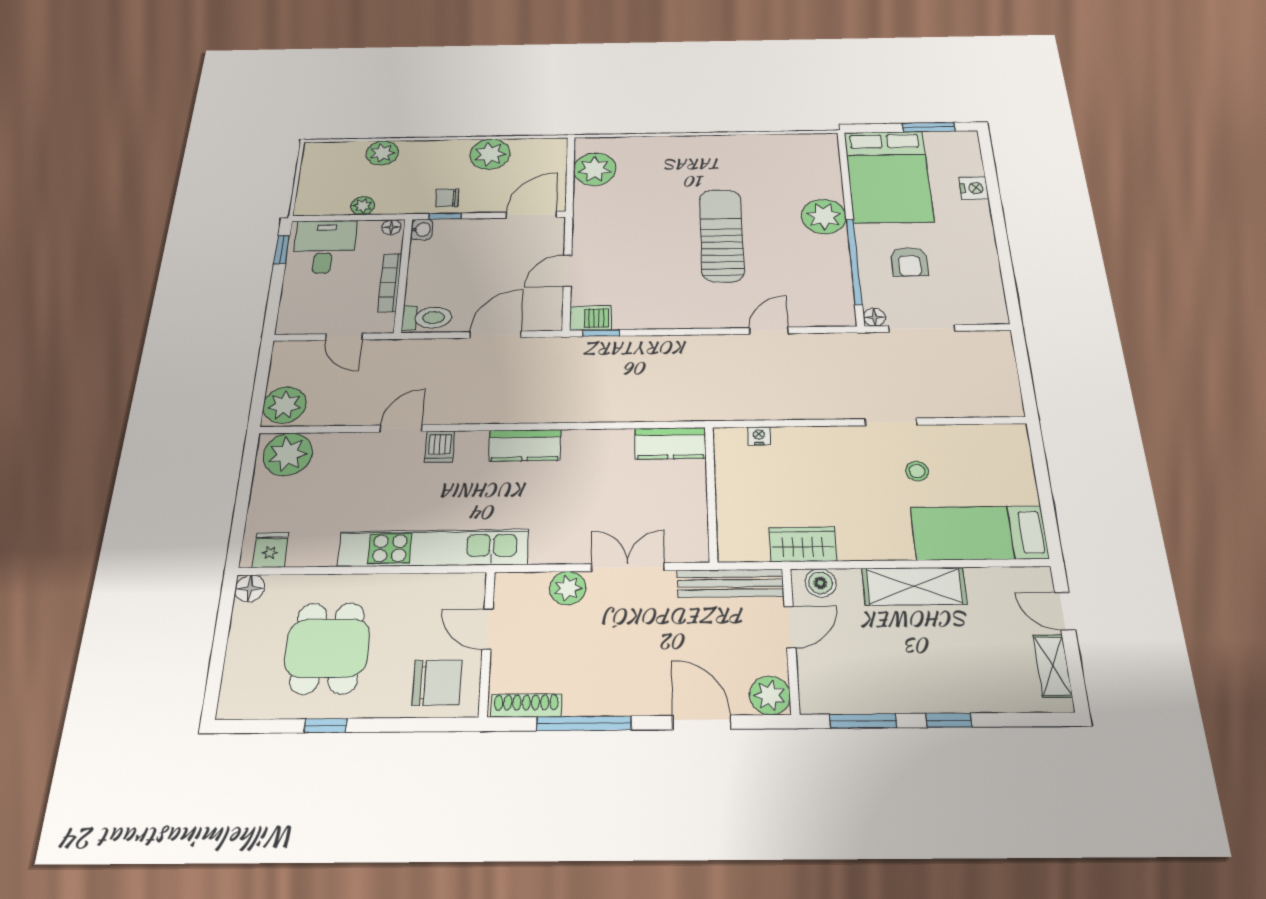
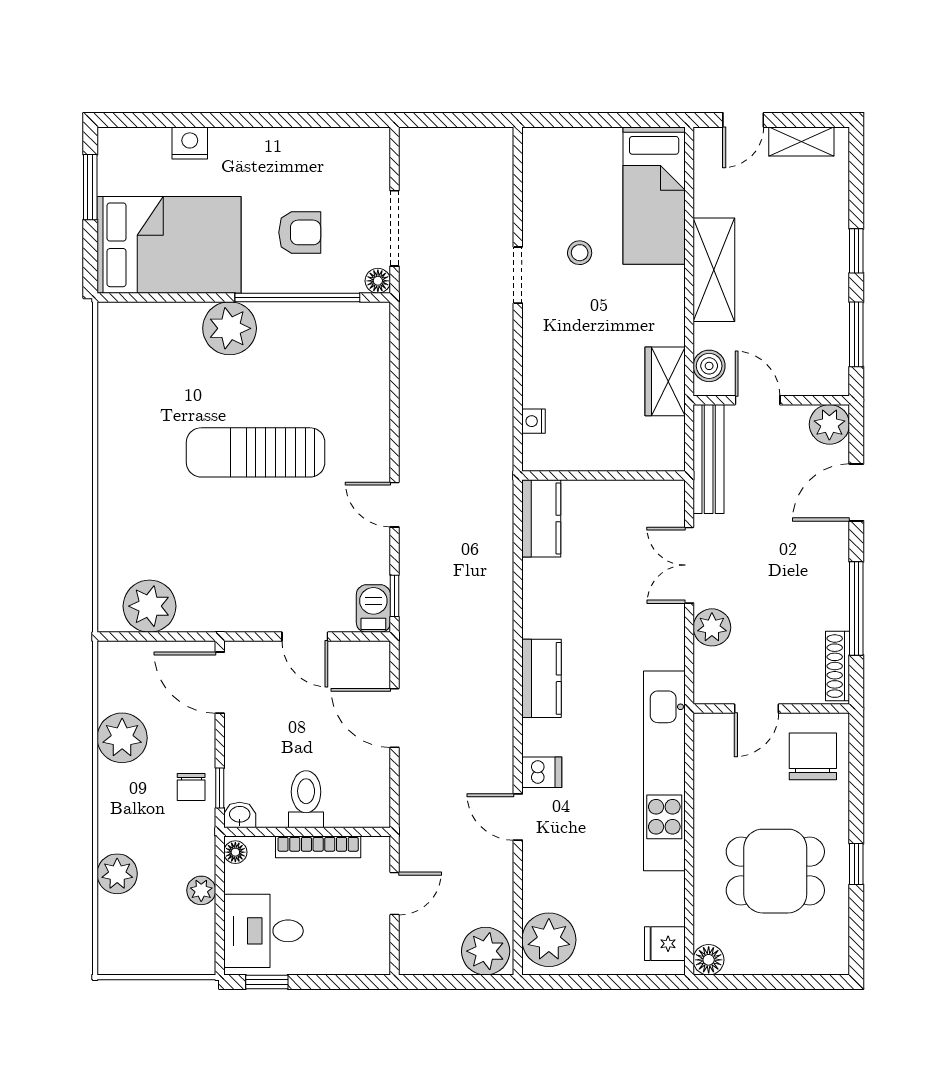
toilet: (427, 318) -> (306, 799), moved
door: (769, 331) -> (394, 505), moved

